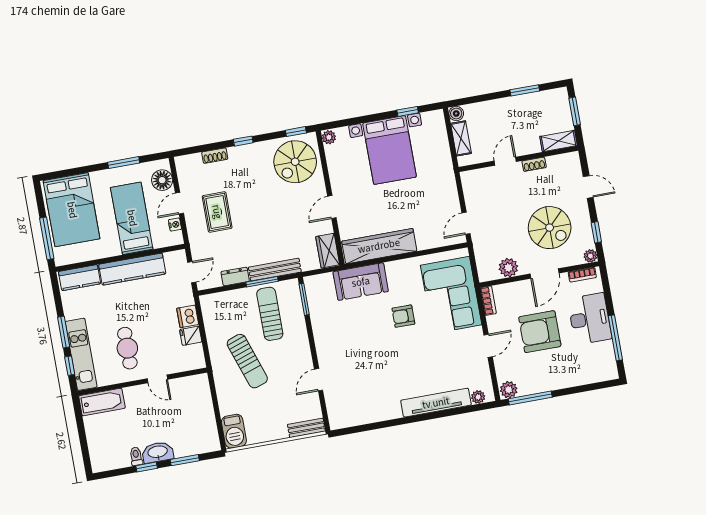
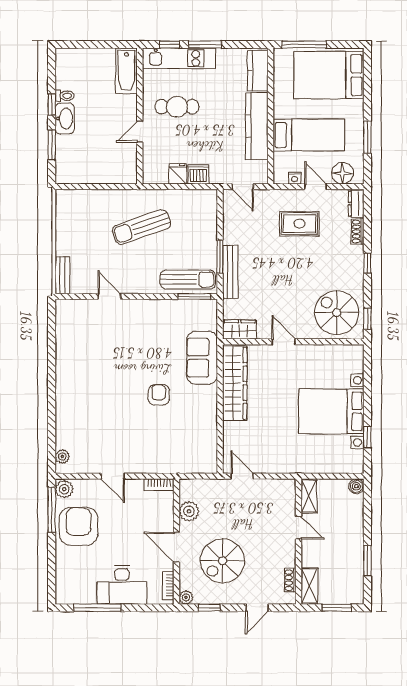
plant: (329, 137) -> (355, 352), removed
shelving: (461, 138) -> (309, 496), moved, turned 90
shoe rack: (534, 164) -> (290, 580), moved
dresser: (235, 276) -> (356, 204), moved, turned 180
corner sofa: (451, 295) -> (172, 448), removed
sun lounger: (270, 314) -> (188, 280), moved
armchair: (540, 332) -> (79, 526), moved
tv unit: (436, 403) -> (64, 412), removed
barbecue: (234, 431) -> (72, 200), removed

